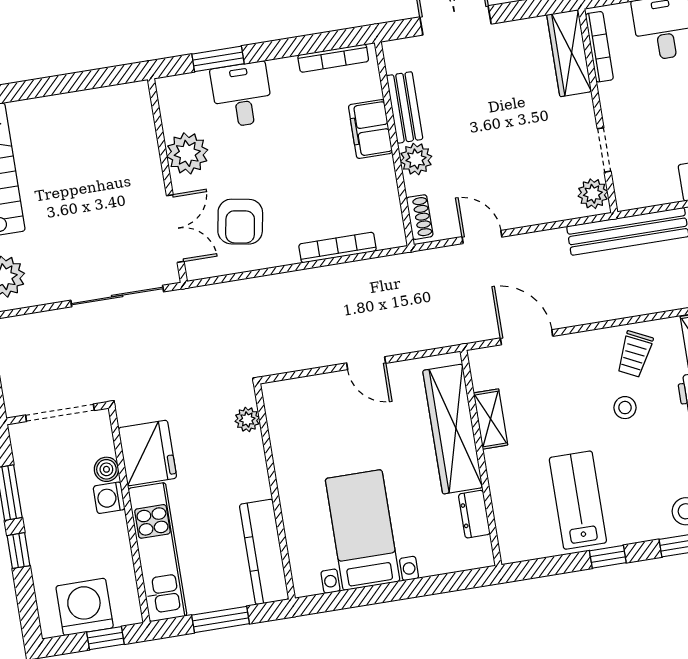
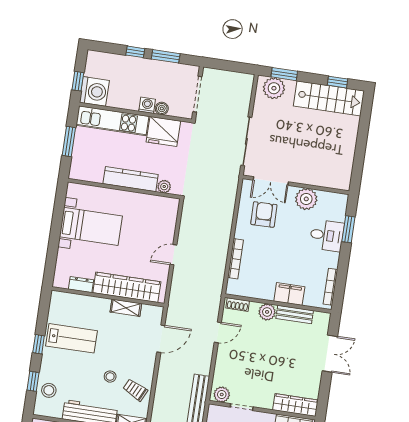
armchair: (240, 222) -> (264, 214), turned 79
kitchen counter: (264, 552) -> (131, 179), moved
washing machine: (85, 607) -> (94, 91), moved

